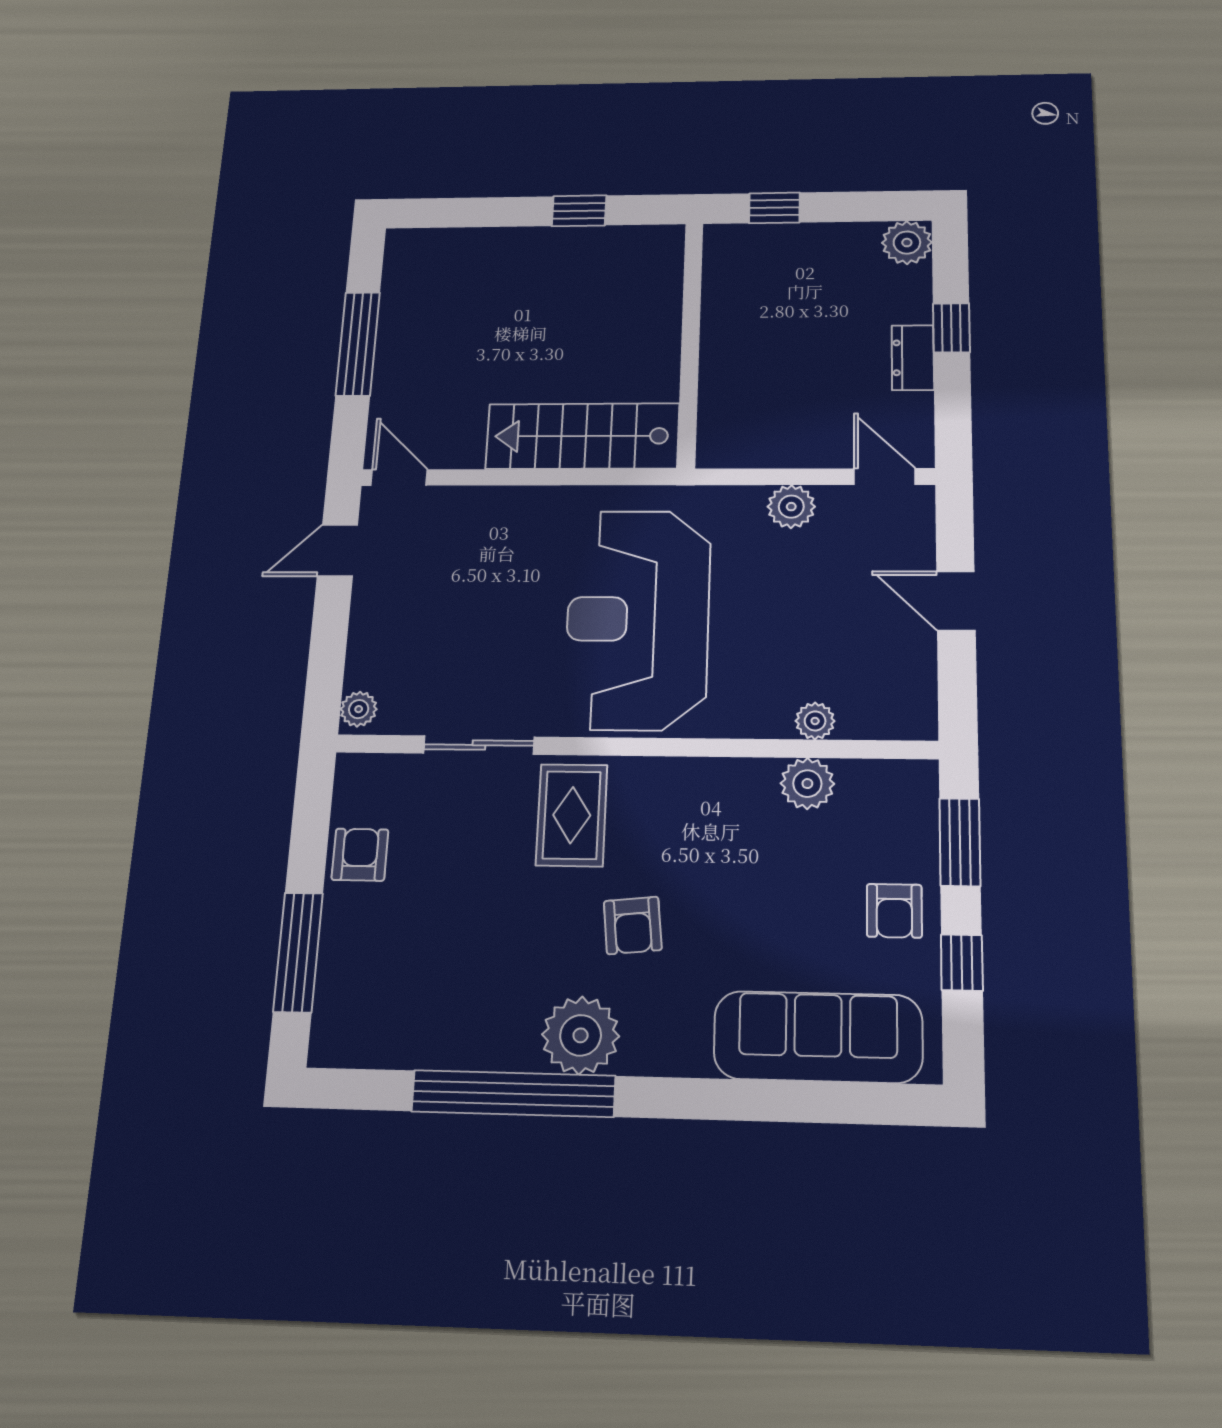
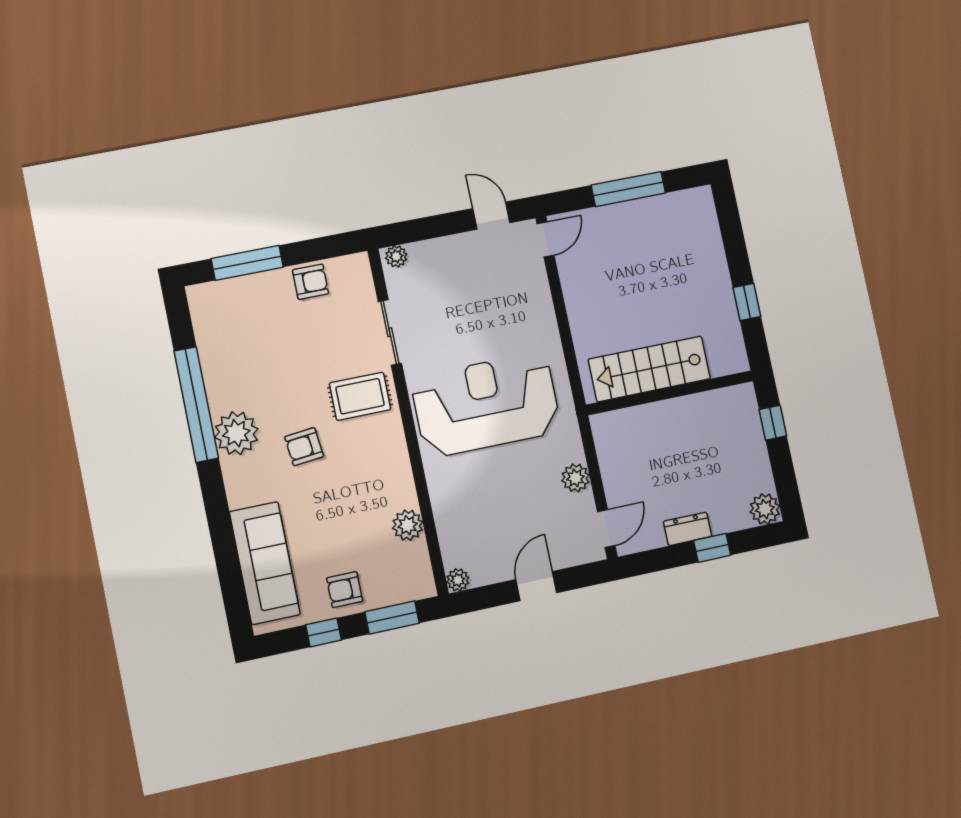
stairs: (582, 436) -> (649, 369), moved, turned -90
plant: (815, 721) -> (458, 580), moved

